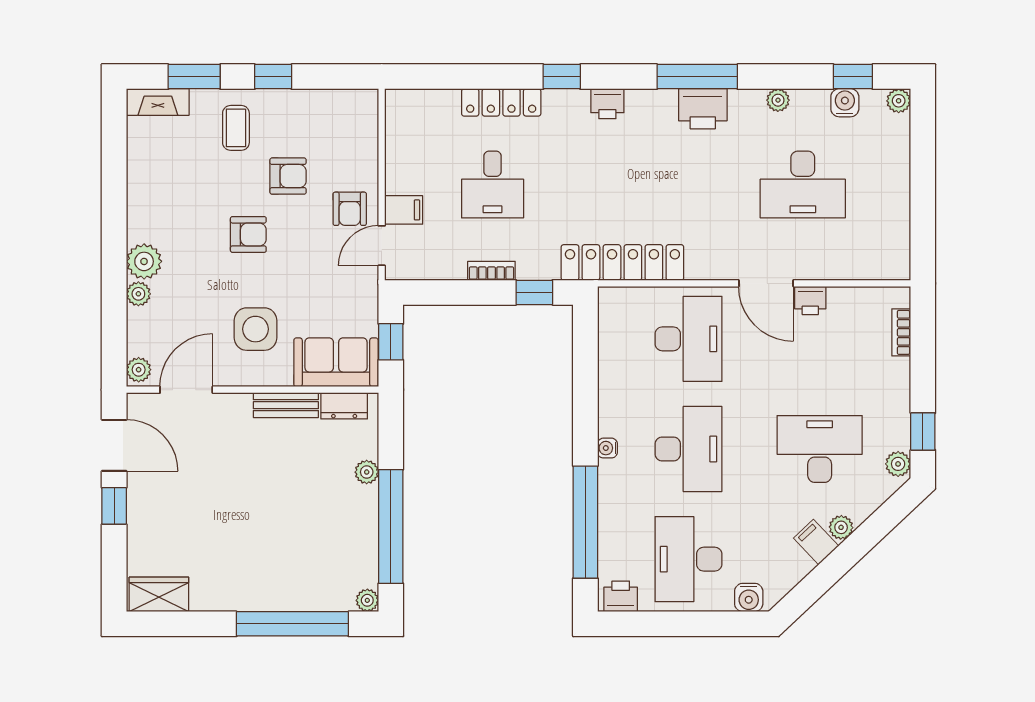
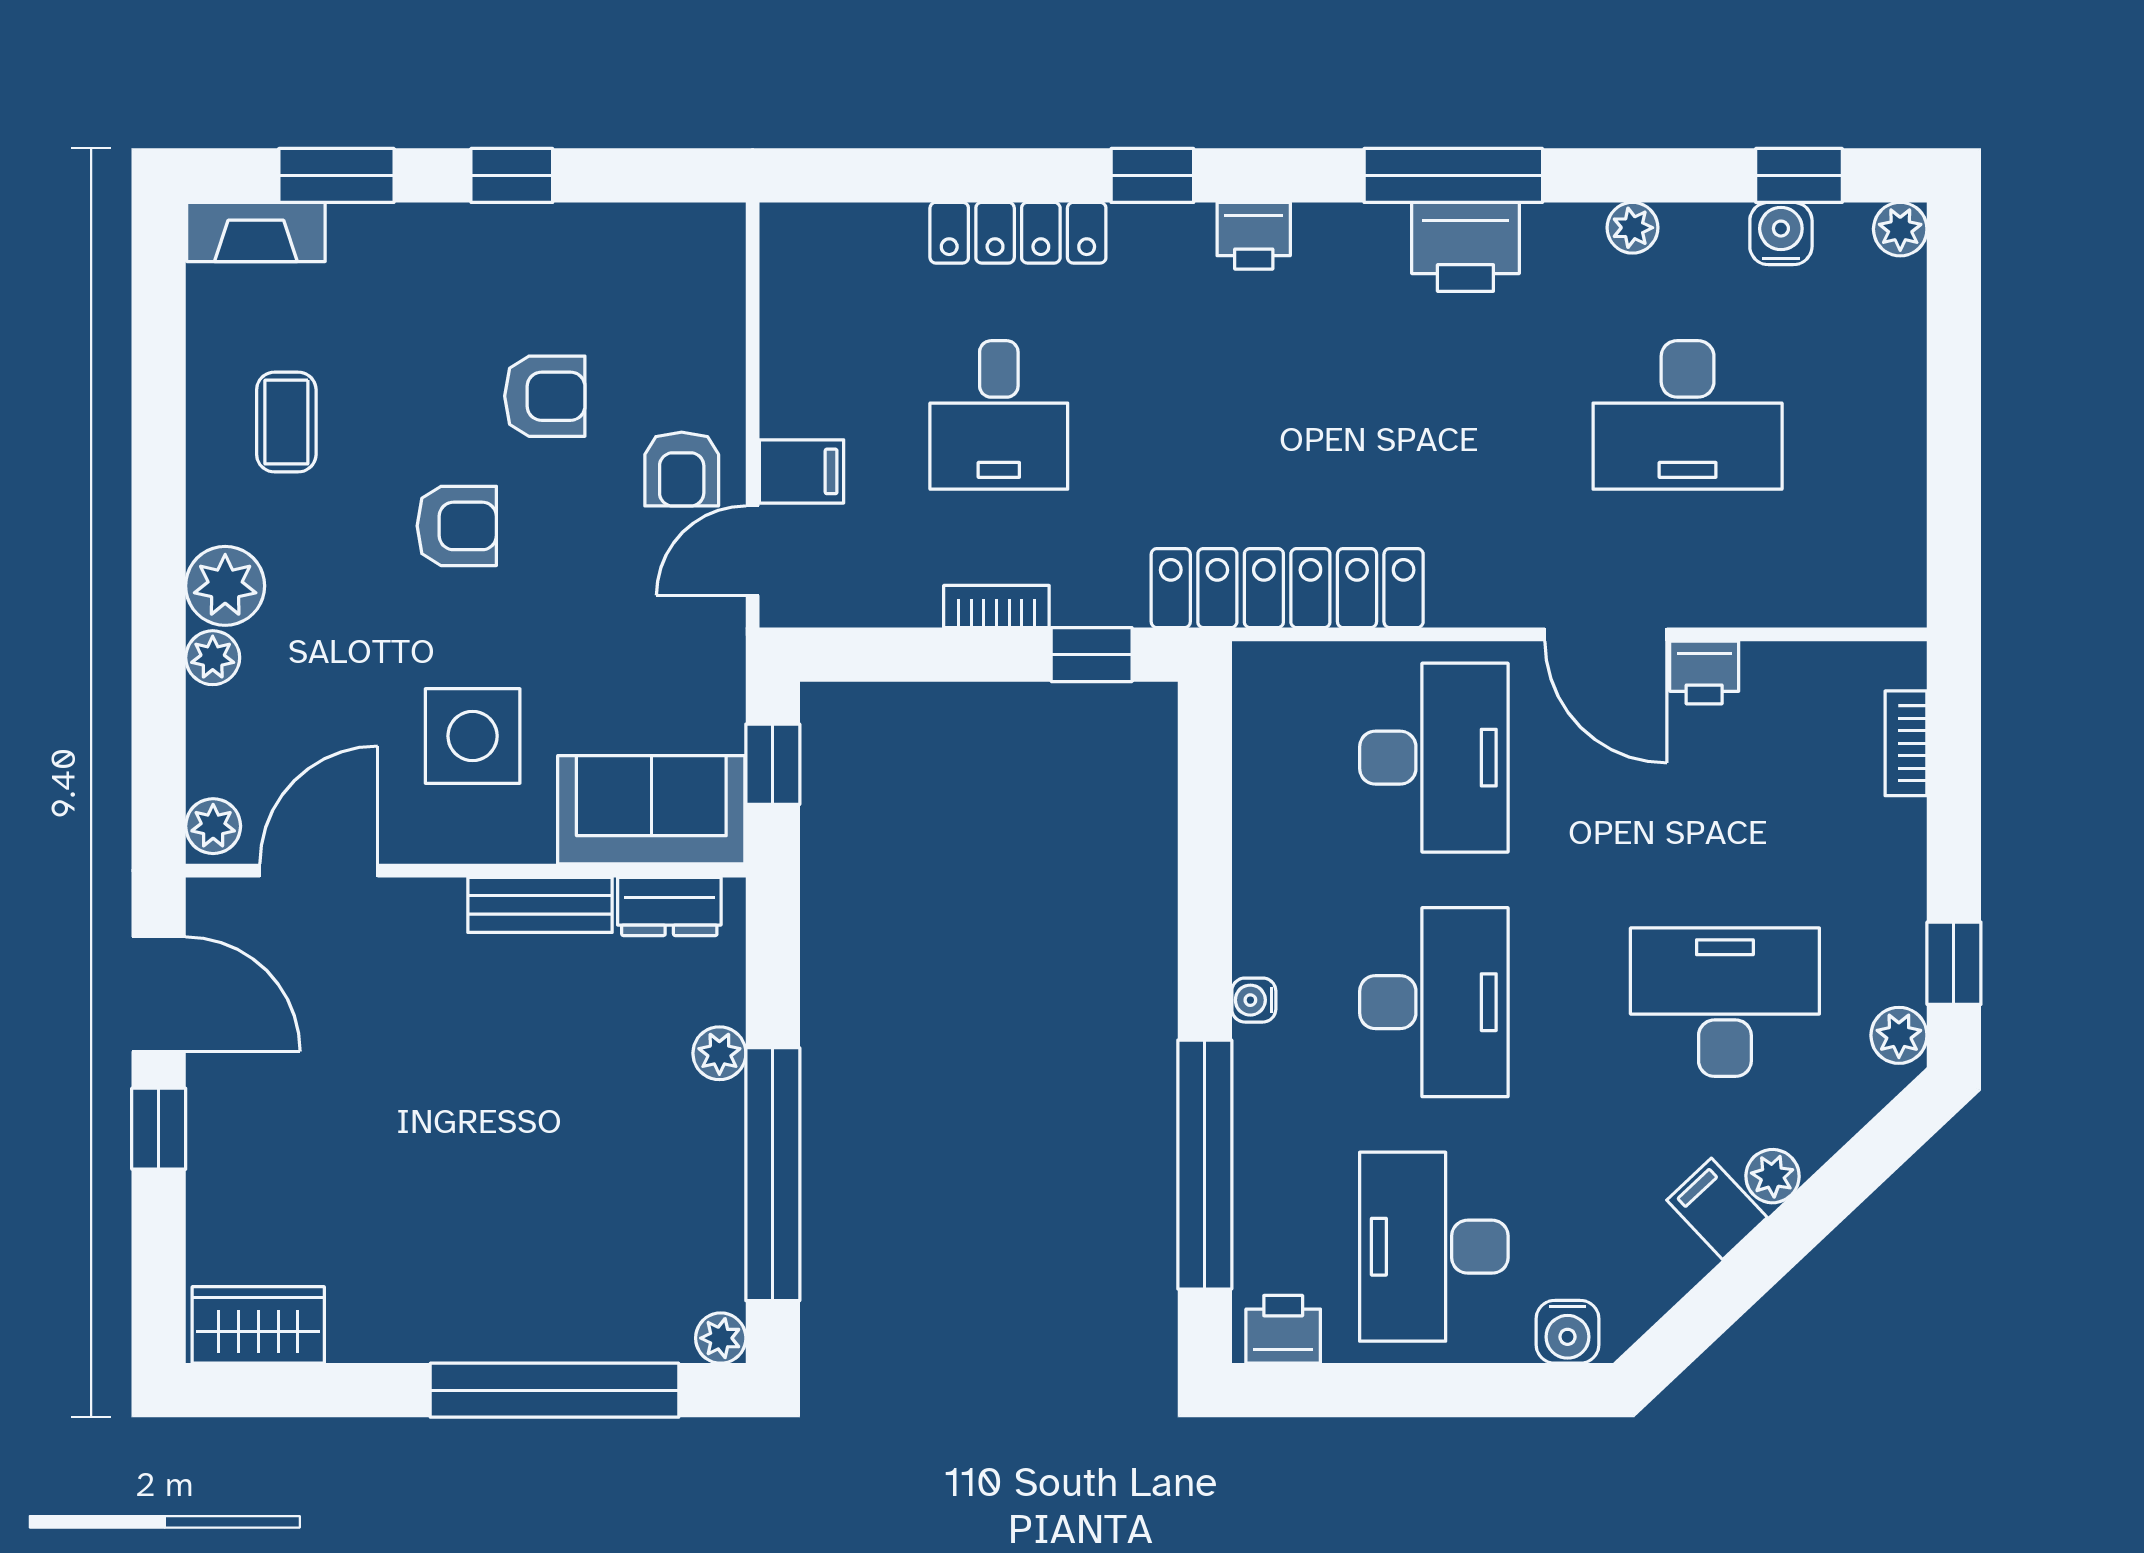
coffee table: (236, 128) -> (286, 422), moved

